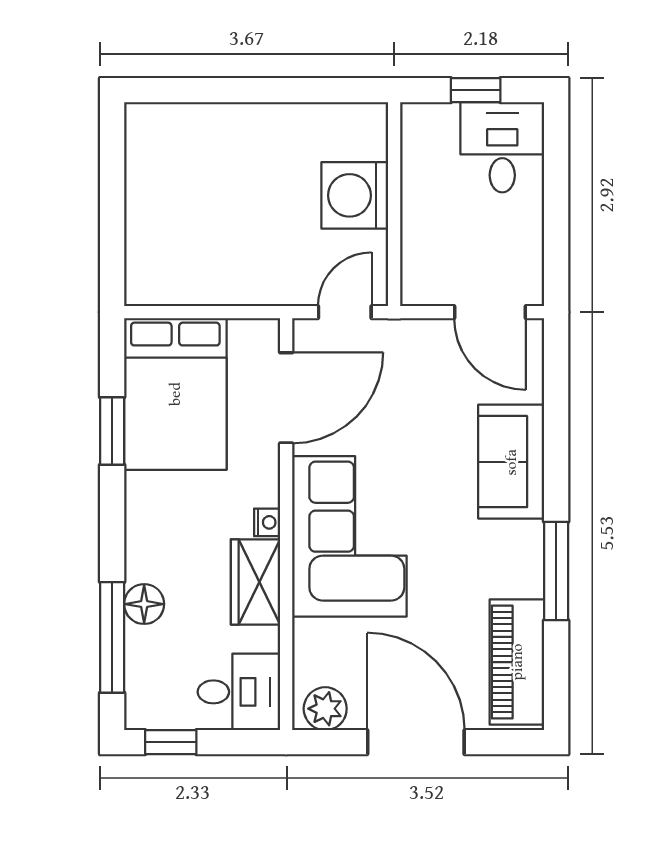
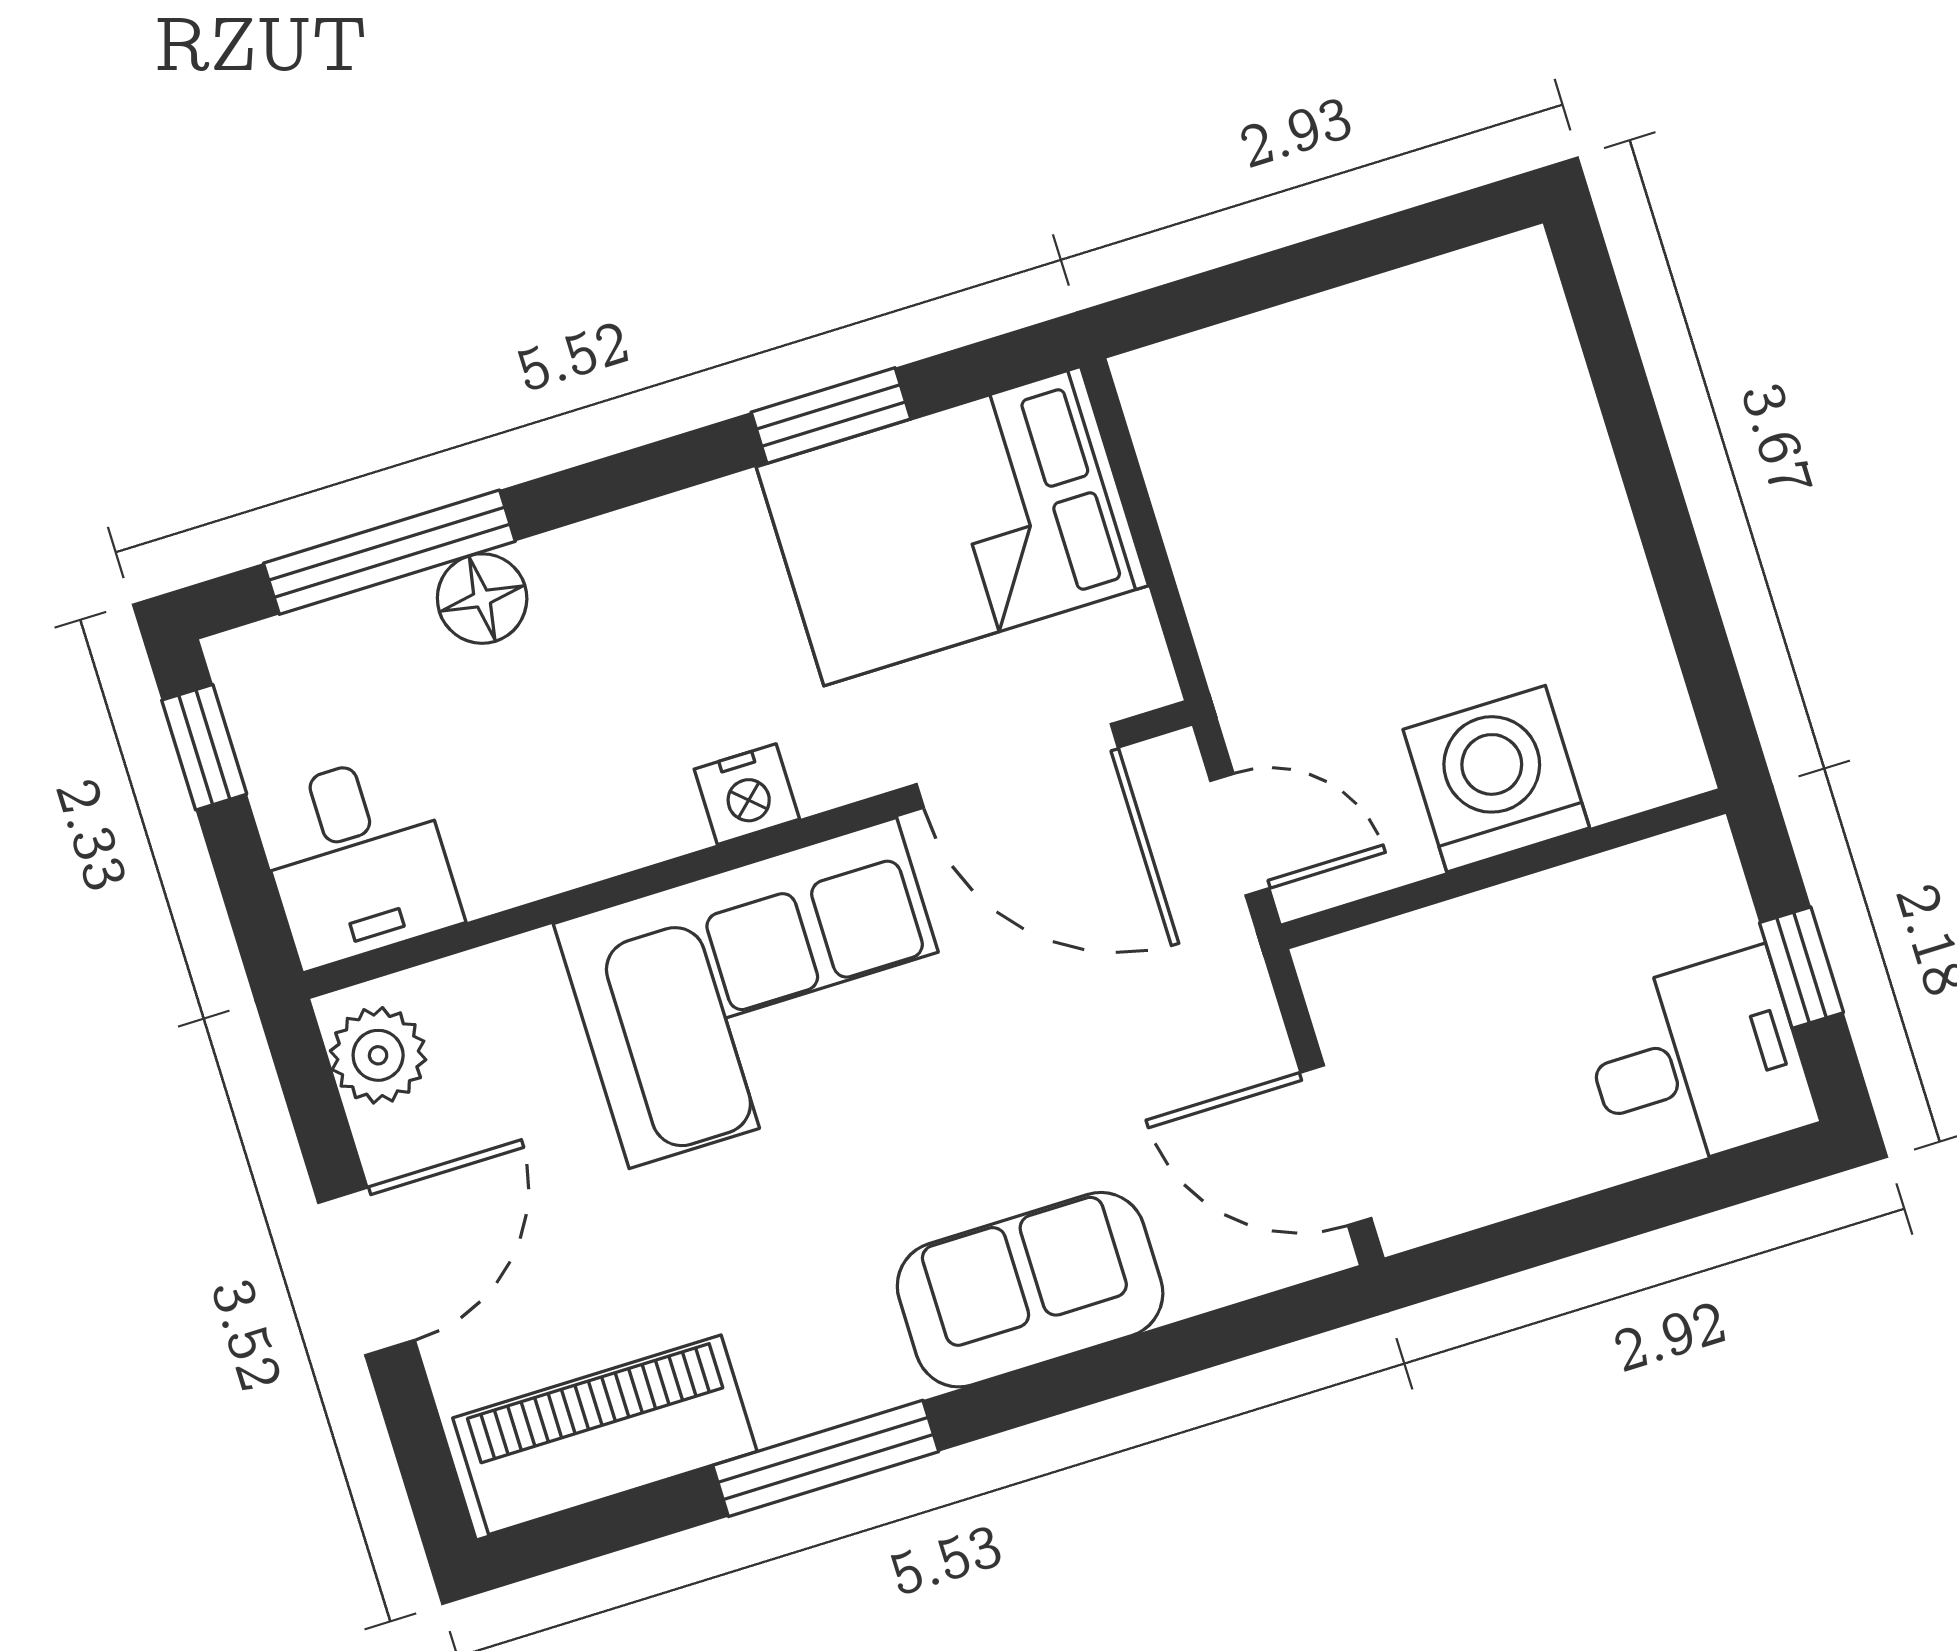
door: (490, 312) -> (1336, 1145), hinge flipped
nightstand: (267, 522) -> (747, 794), width x1.39, depth x1.35
wardrobe: (255, 582) -> (603, 822), removed
door: (416, 742) -> (366, 1271), width x0.73

